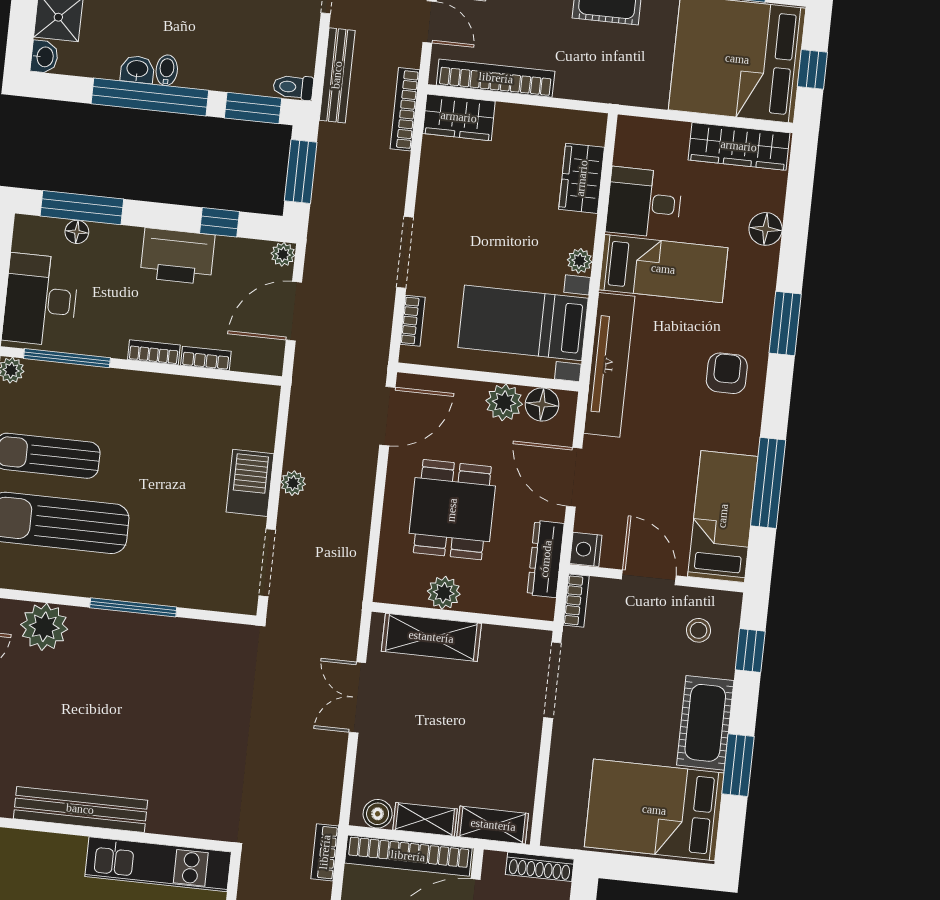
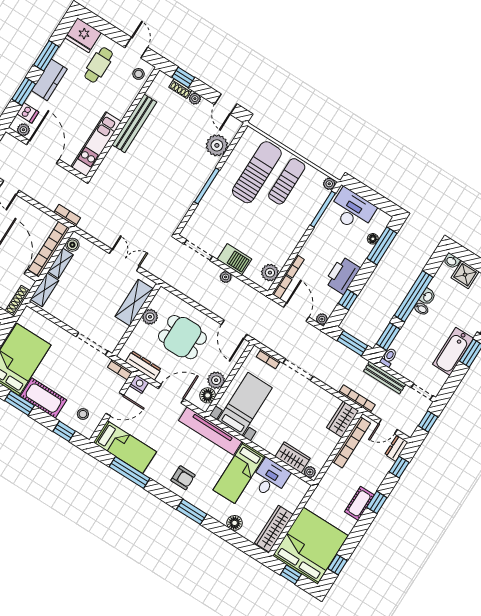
plant: (580, 261) -> (310, 472), moved
bookcase: (154, 352) -> (282, 287), moved
plant: (242, 401) -> (270, 273), added

